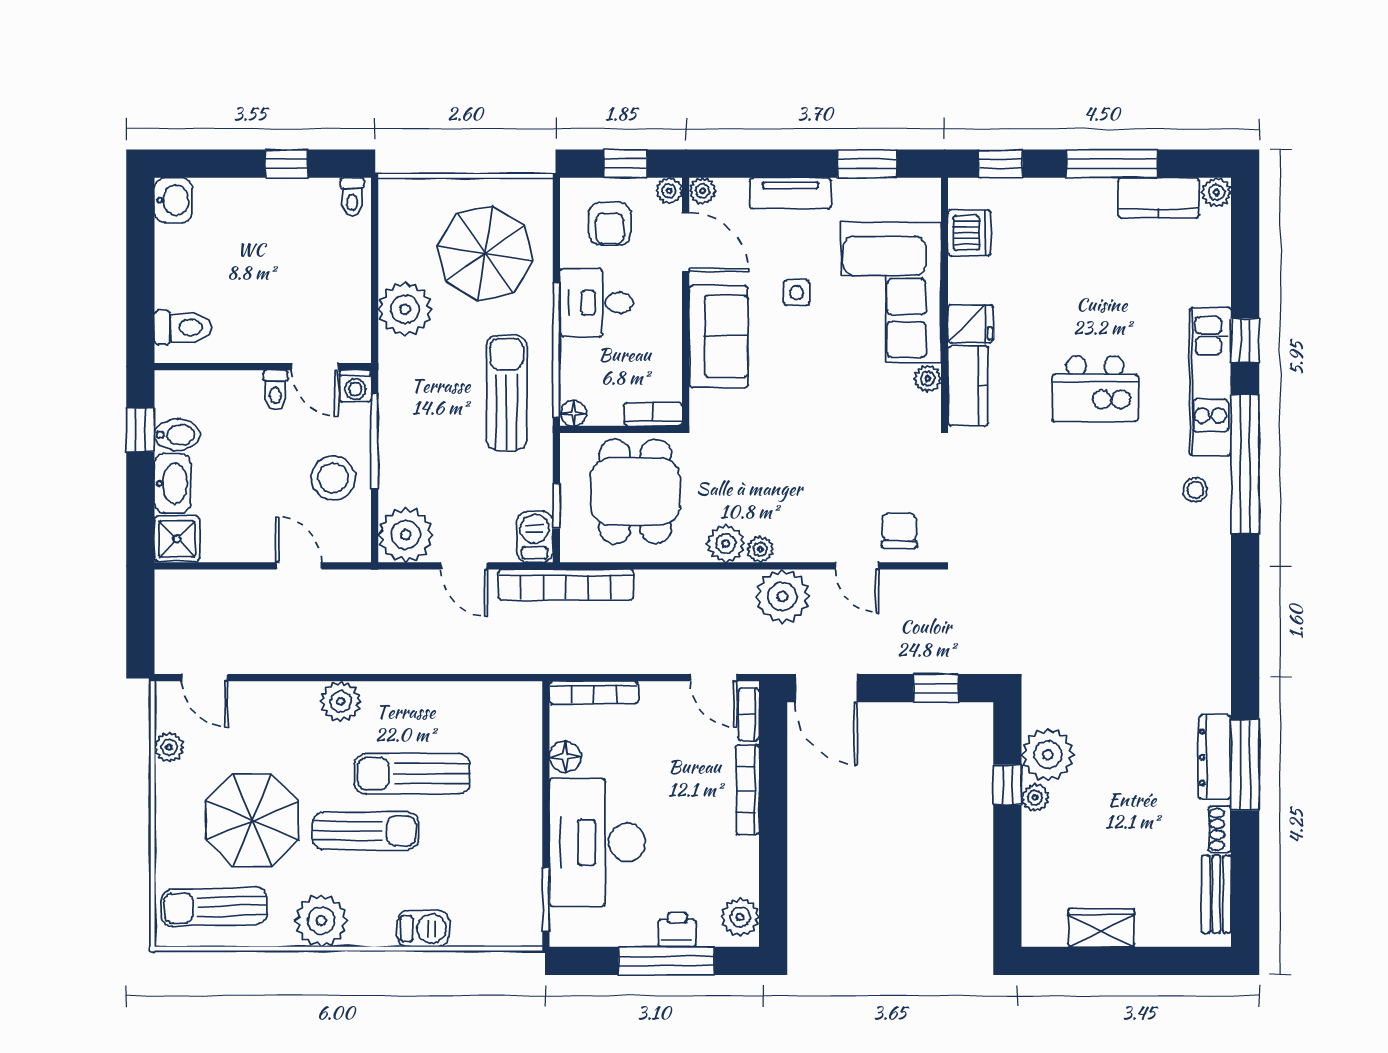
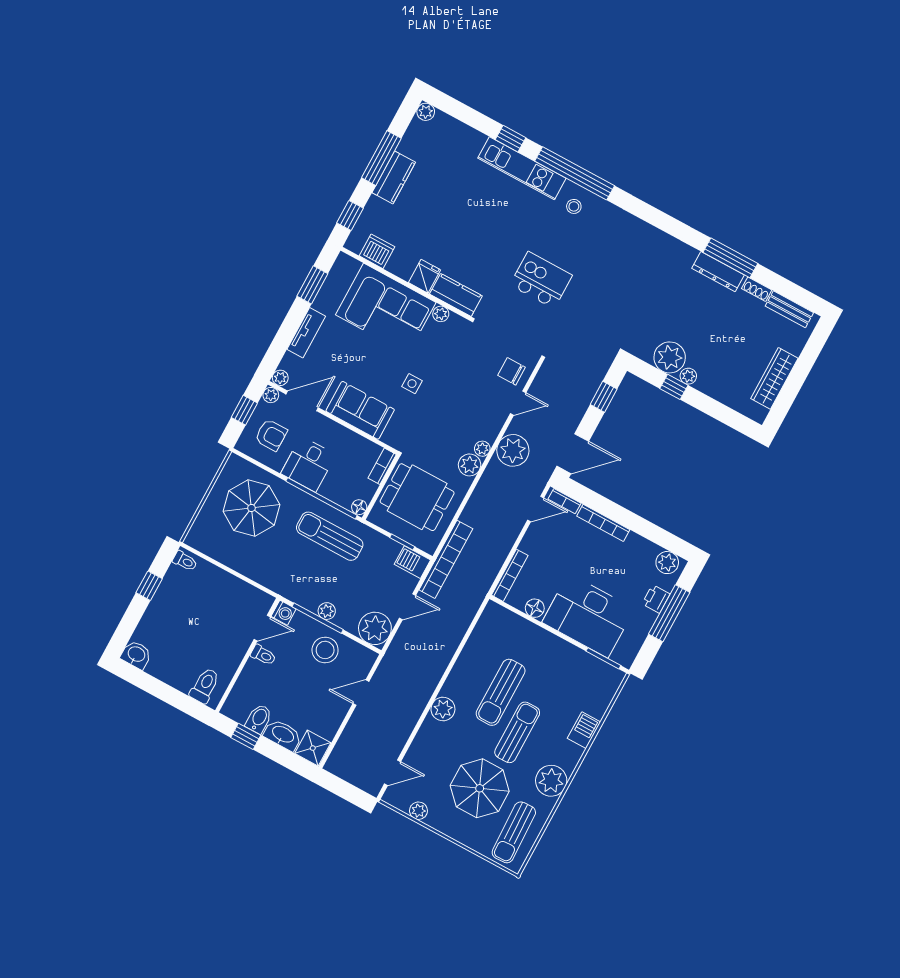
kitchen counter: (1159, 198) -> (394, 177), moved
side table: (797, 293) -> (412, 384), moved
plant: (405, 309) -> (327, 611), moved, width x0.53, depth x0.53
kitchen island: (1095, 389) -> (541, 280), moved, turned -90
wardrobe: (1101, 928) -> (774, 378), width x1.50

